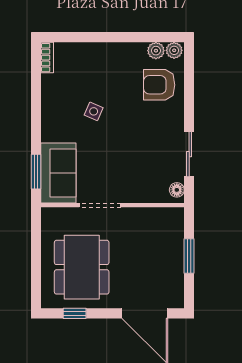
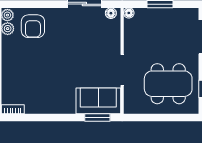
side table: (94, 111) -> (53, 75), removed
floor lamp: (177, 214) -> (129, 13), added

